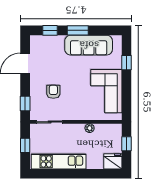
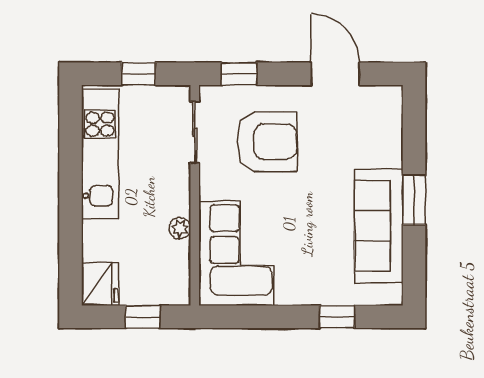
window: (50, 30) -> (414, 133), removed
corner sofa: (106, 91) -> (236, 253), moved, turned 90
armchair: (53, 92) -> (267, 142), width x1.88, depth x1.88

